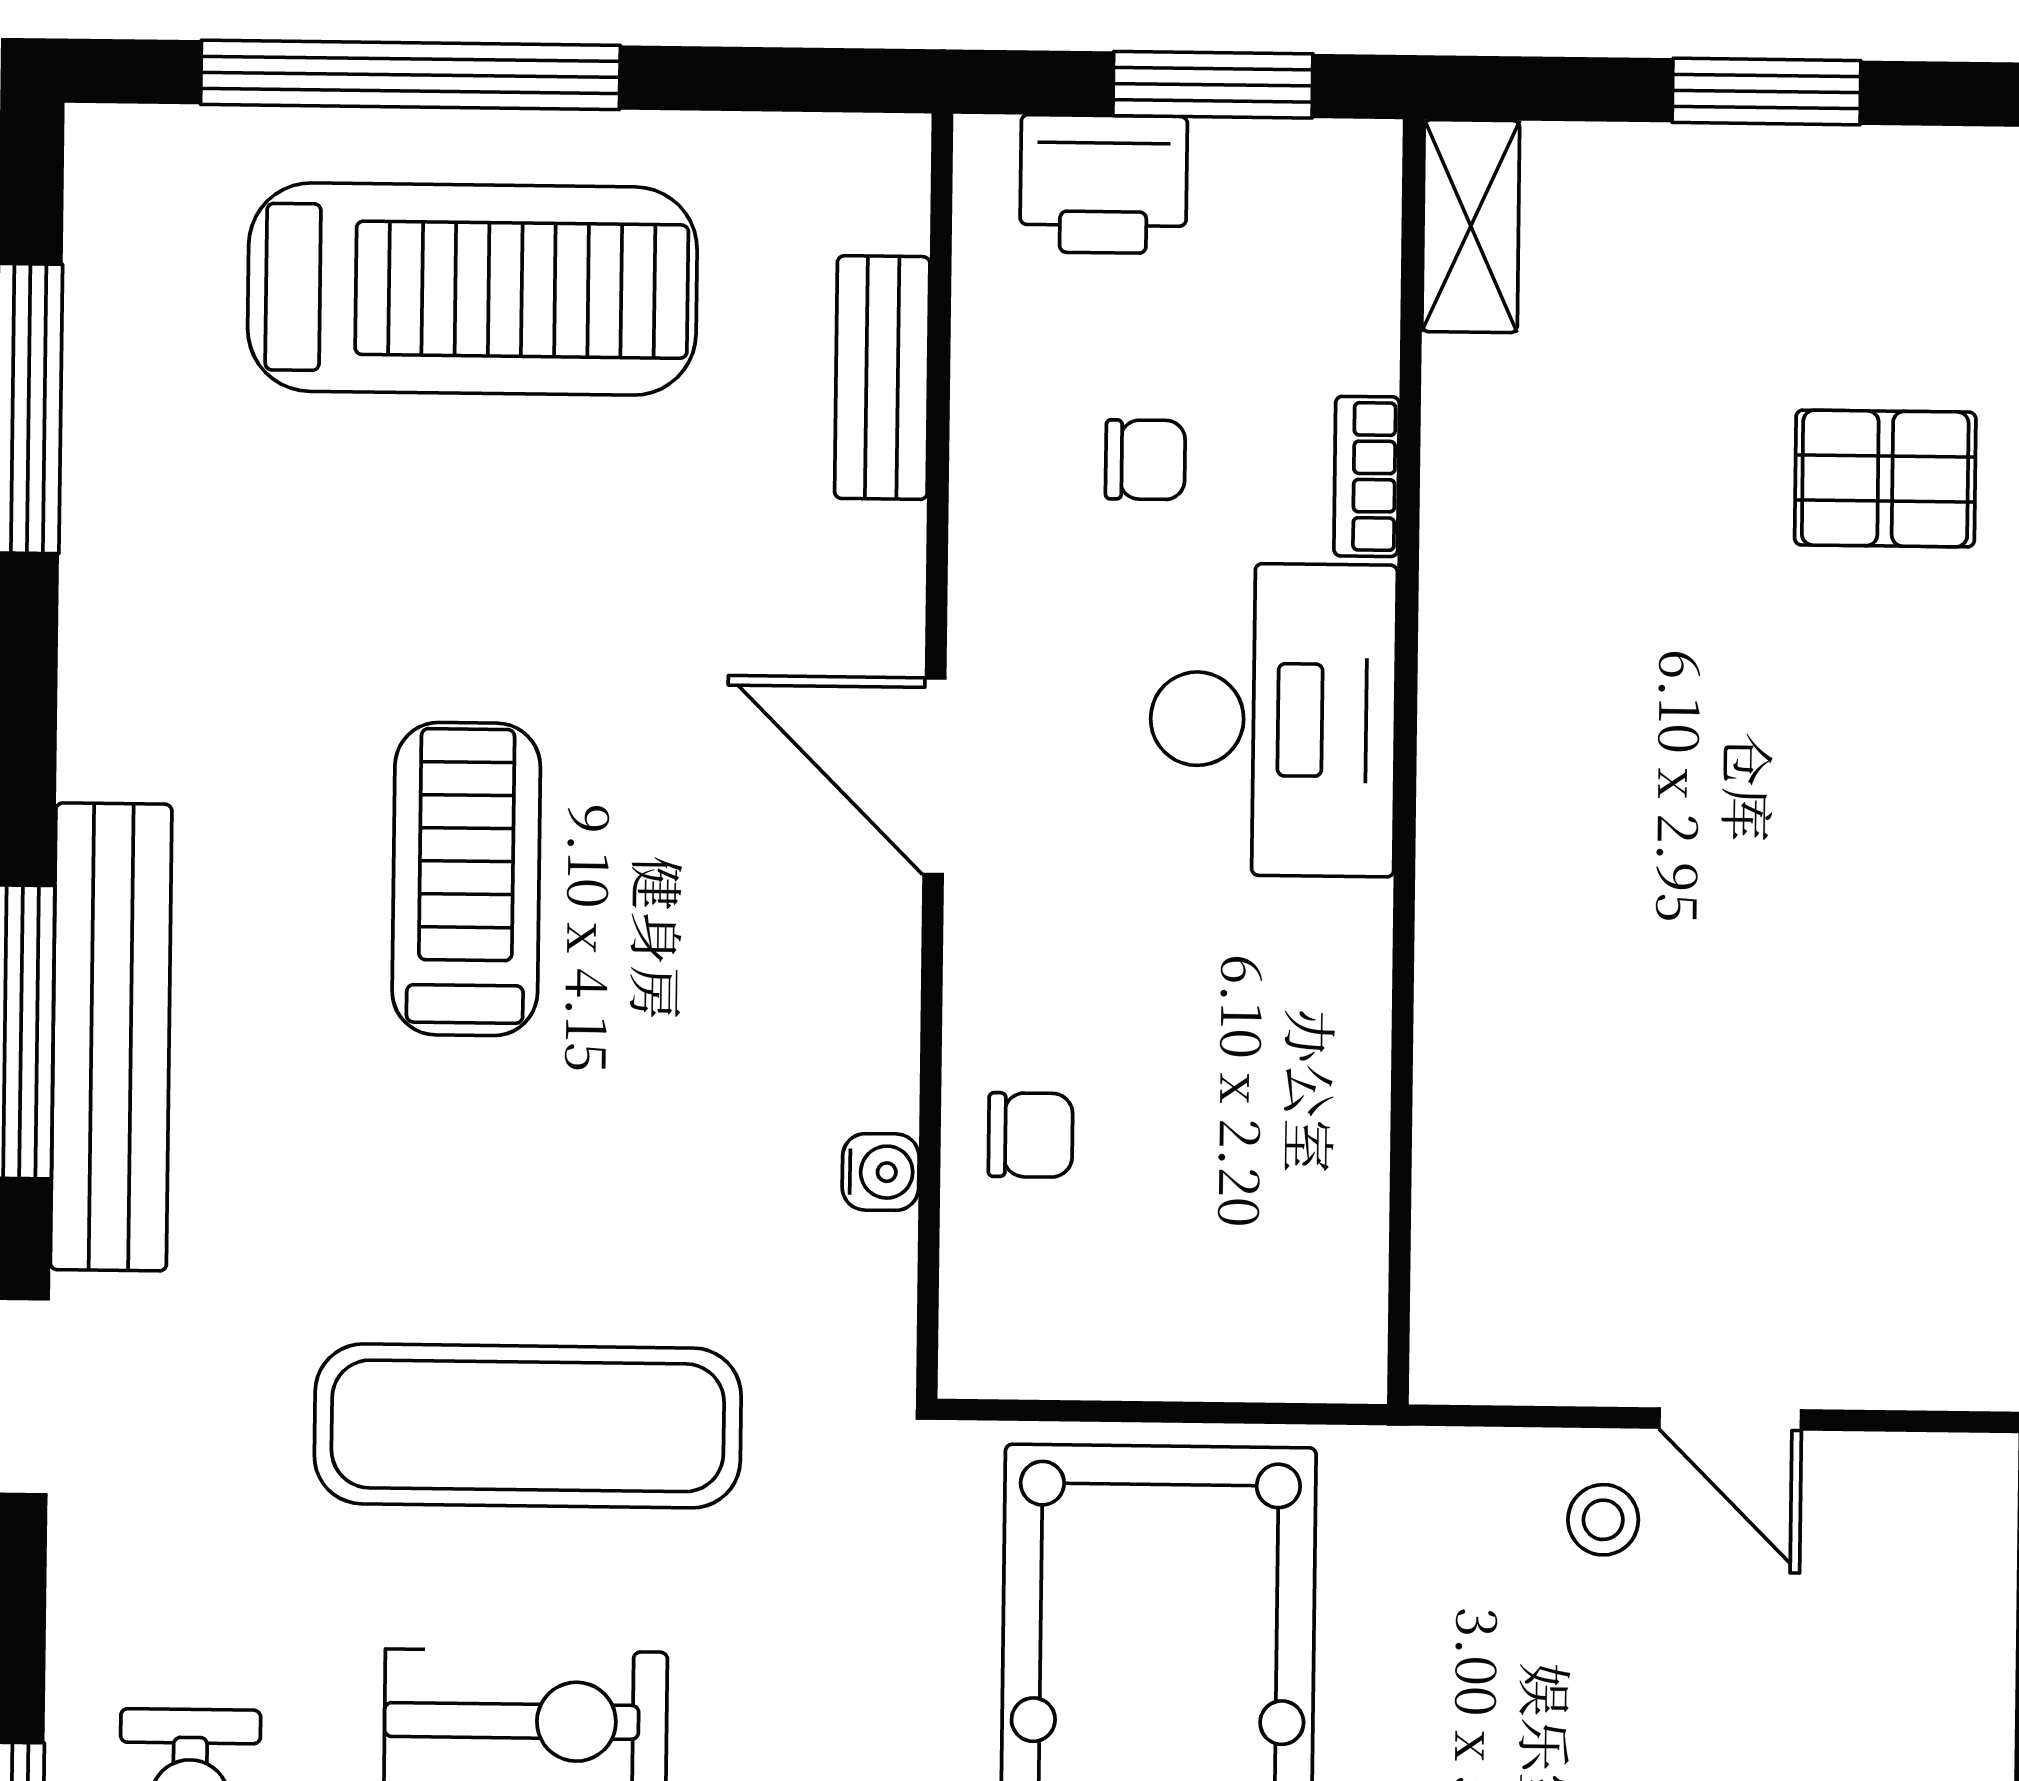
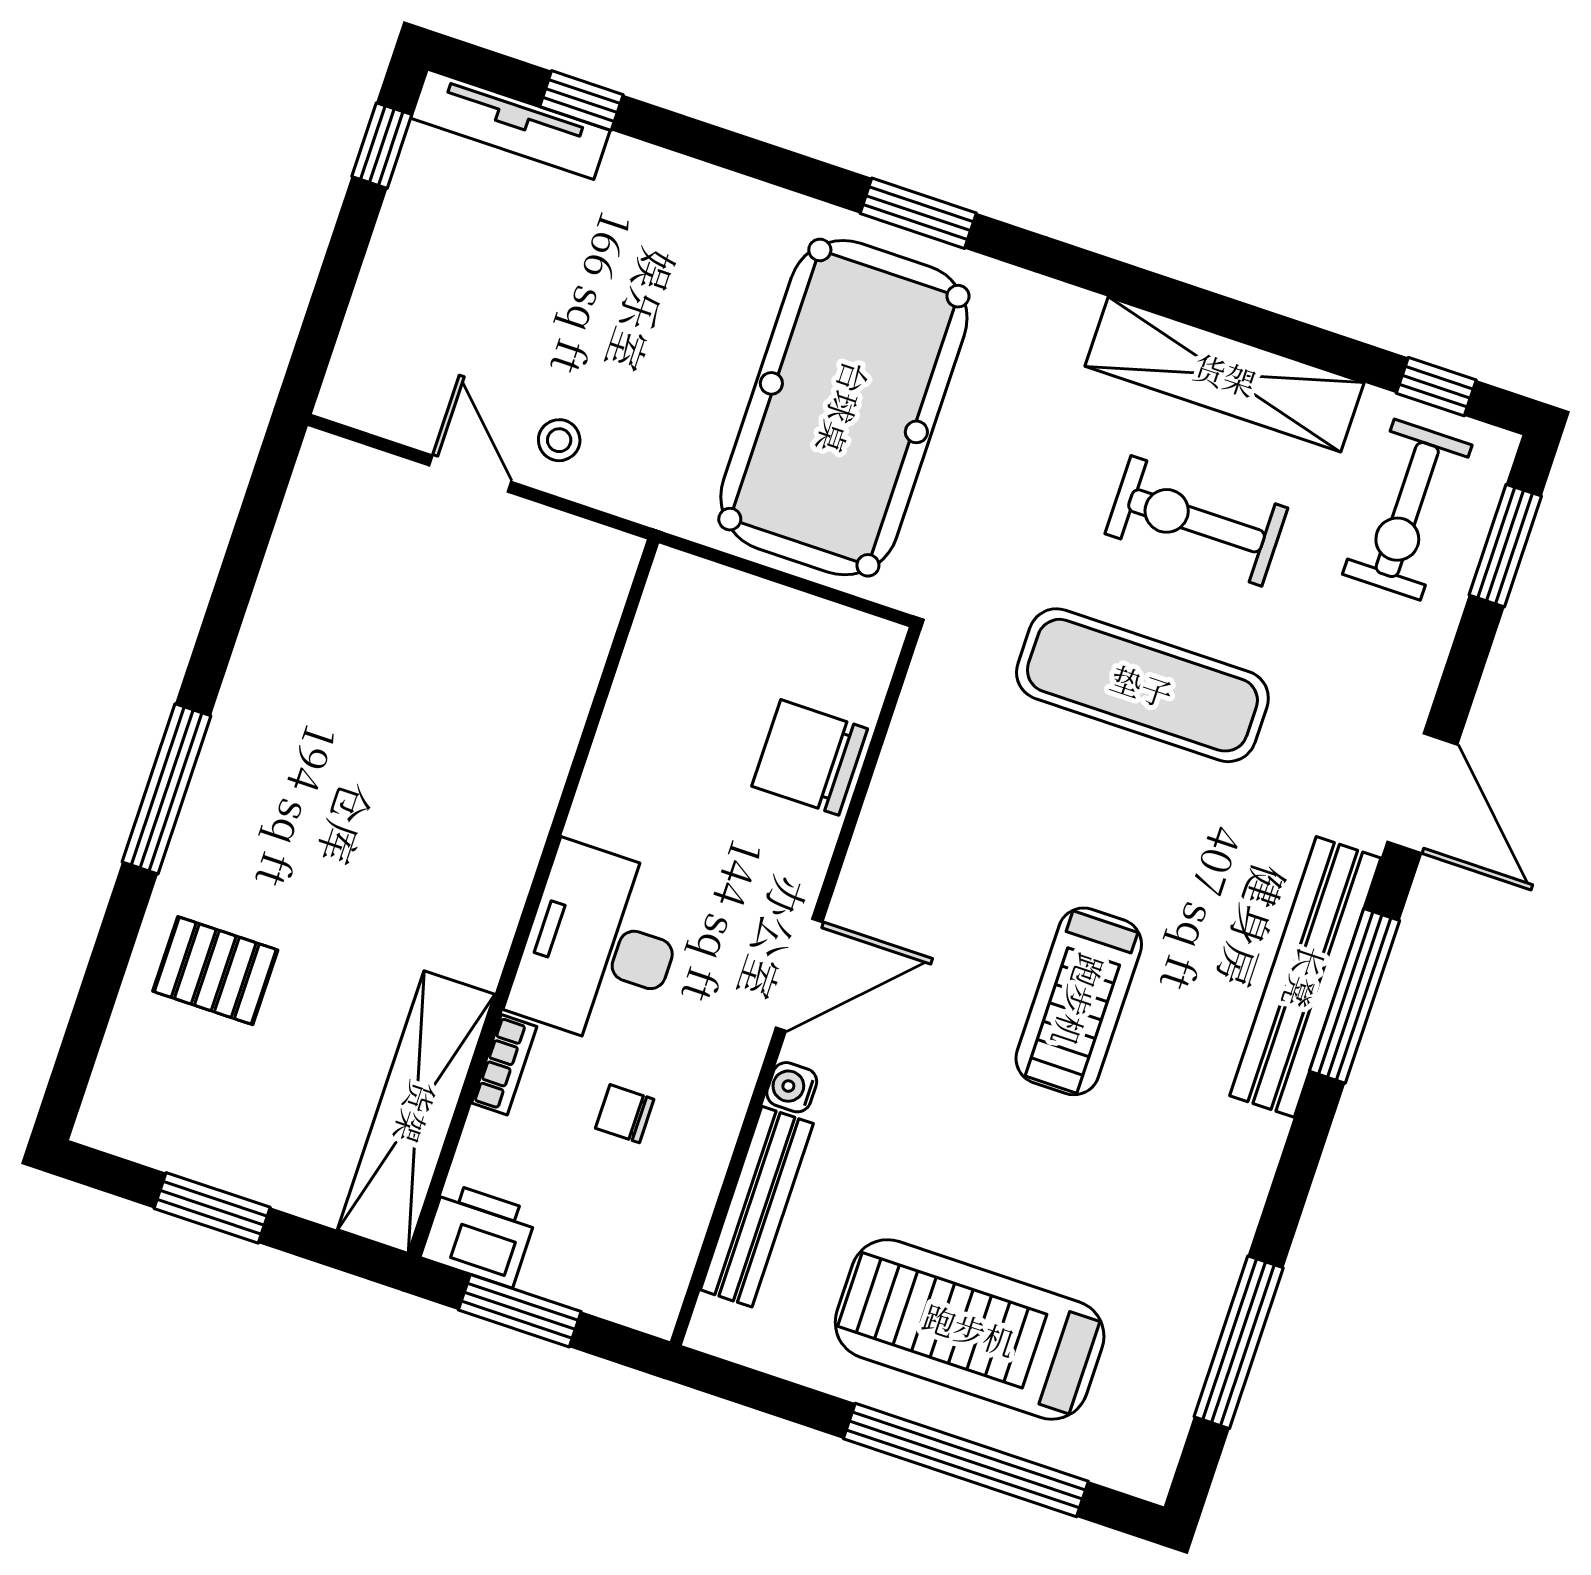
printer: (1104, 184) -> (479, 1235), moved
shelving: (1471, 226) -> (416, 1112), width x2.20, depth x1.33
bench: (882, 378) -> (757, 1207), width x1.36
door: (934, 776) -> (799, 975), hinge flipped
chair: (1031, 1135) -> (810, 757), width x1.87, depth x1.87
water cooler: (881, 1172) -> (792, 1087), moved

